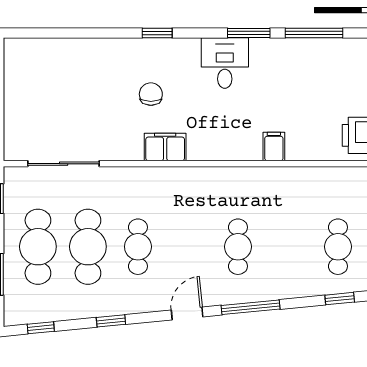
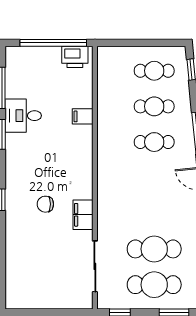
desk: (225, 63) -> (23, 116), moved
filing cabinet: (165, 147) -> (83, 215), moved
cafe table: (138, 247) -> (154, 106), moved

